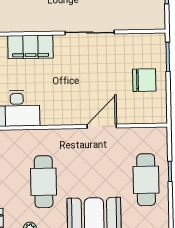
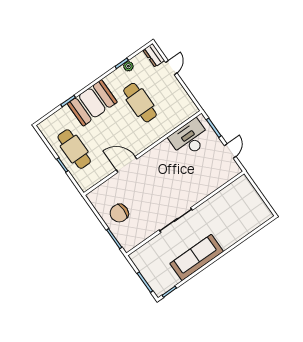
filing cabinet: (30, 47) -> (208, 185), removed
door: (102, 126) -> (127, 164), swing flipped

